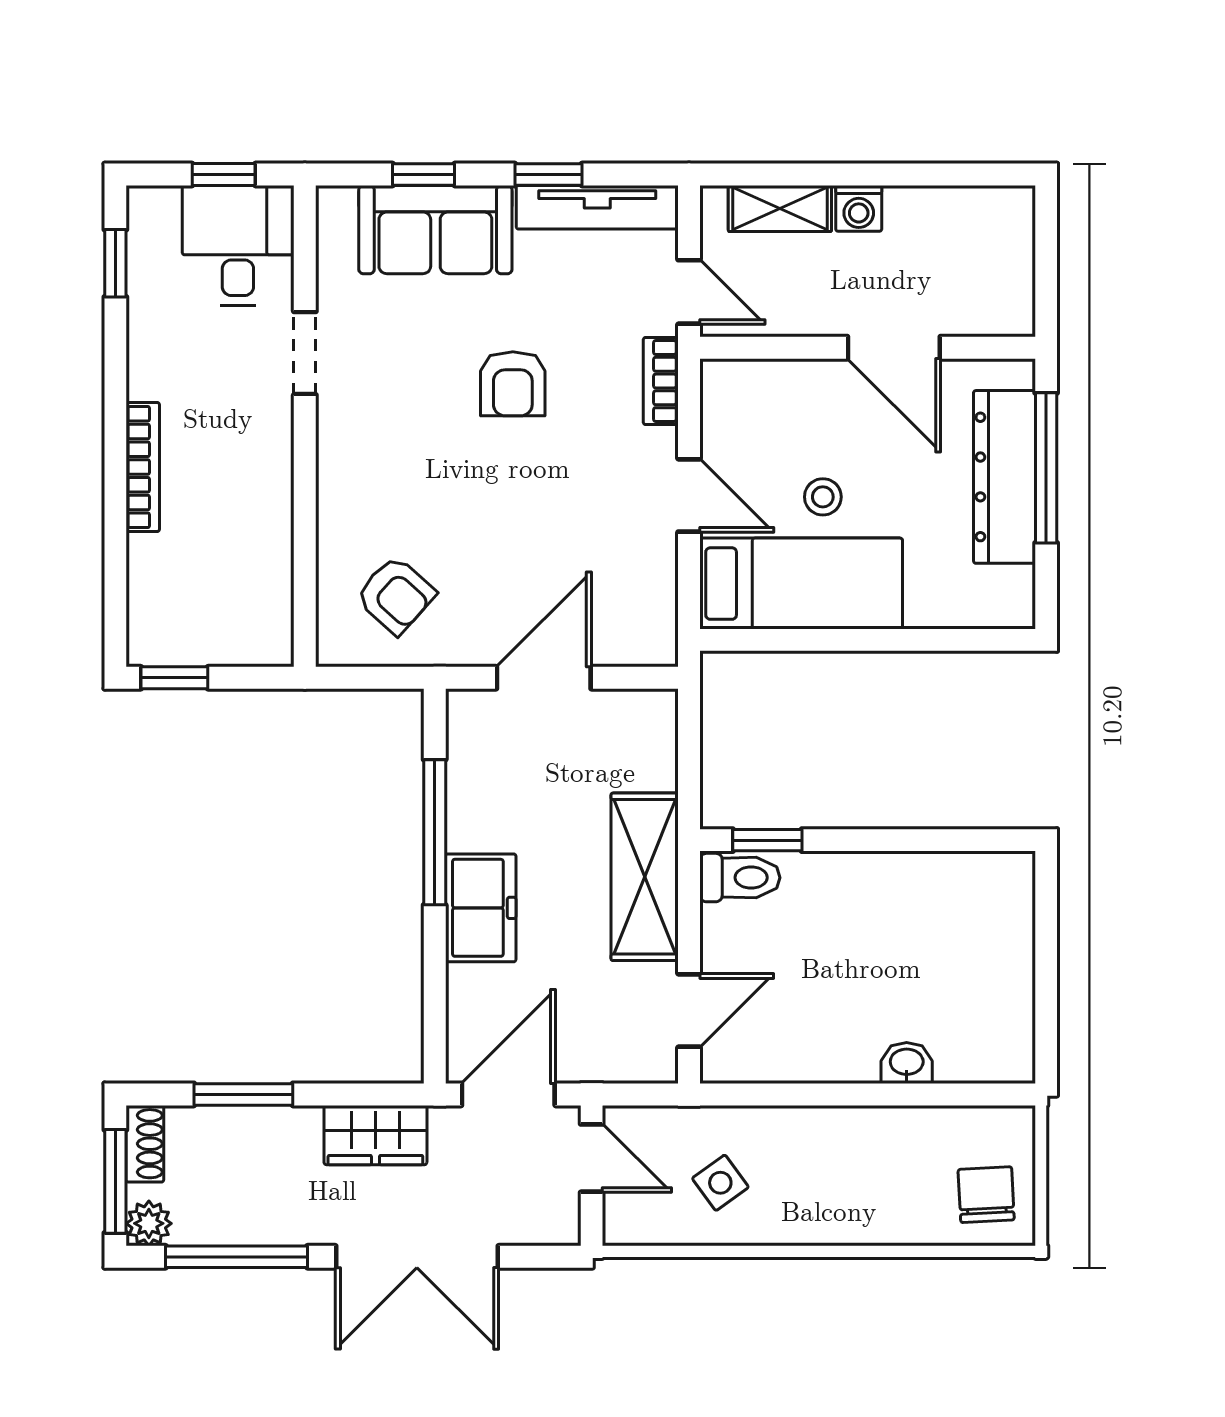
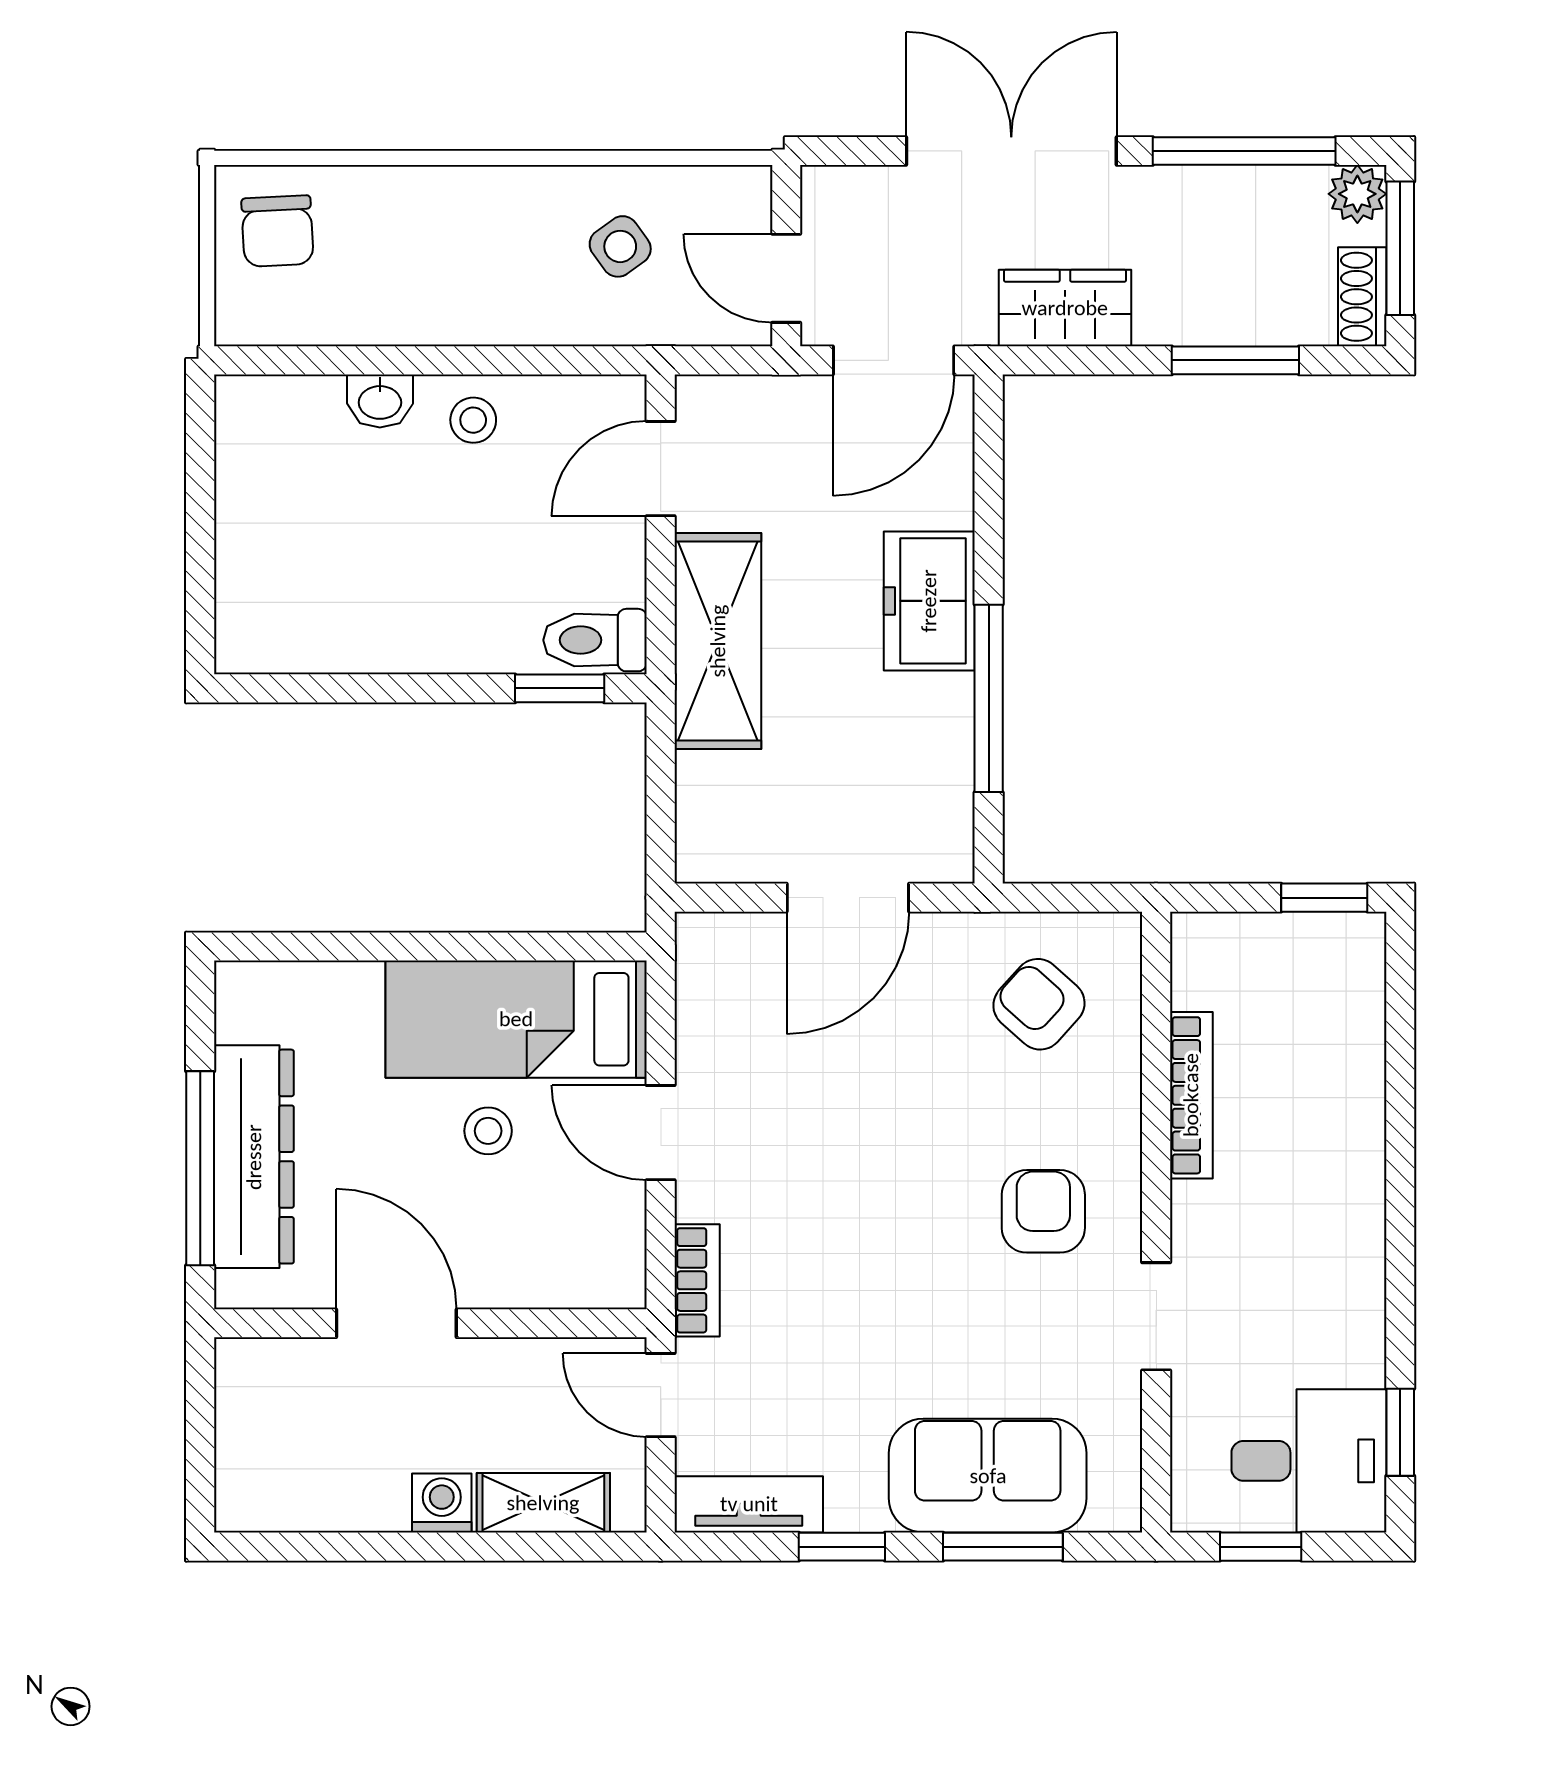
window: (424, 175) -> (1003, 1547), width x1.50
tv unit: (597, 207) -> (749, 1504), width x0.71
desk: (238, 245) -> (1309, 1461), moved, turned -90
armchair: (513, 384) -> (1043, 1211), moved
bookcase: (143, 467) -> (1191, 1095), moved, turned 180
stool: (834, 1048) -> (473, 420), added

